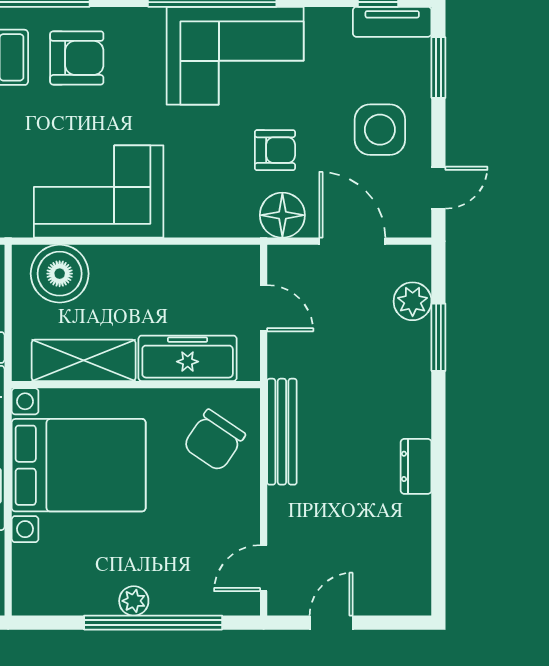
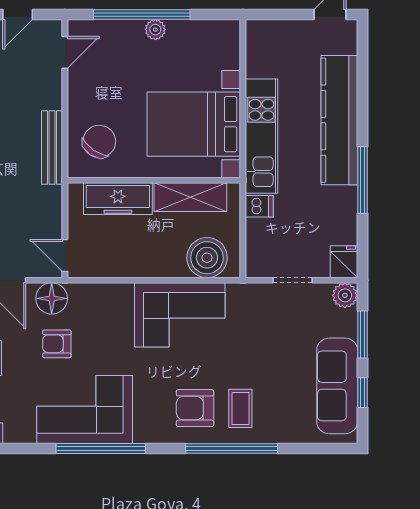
door: (264, 308) -> (65, 255), moved

